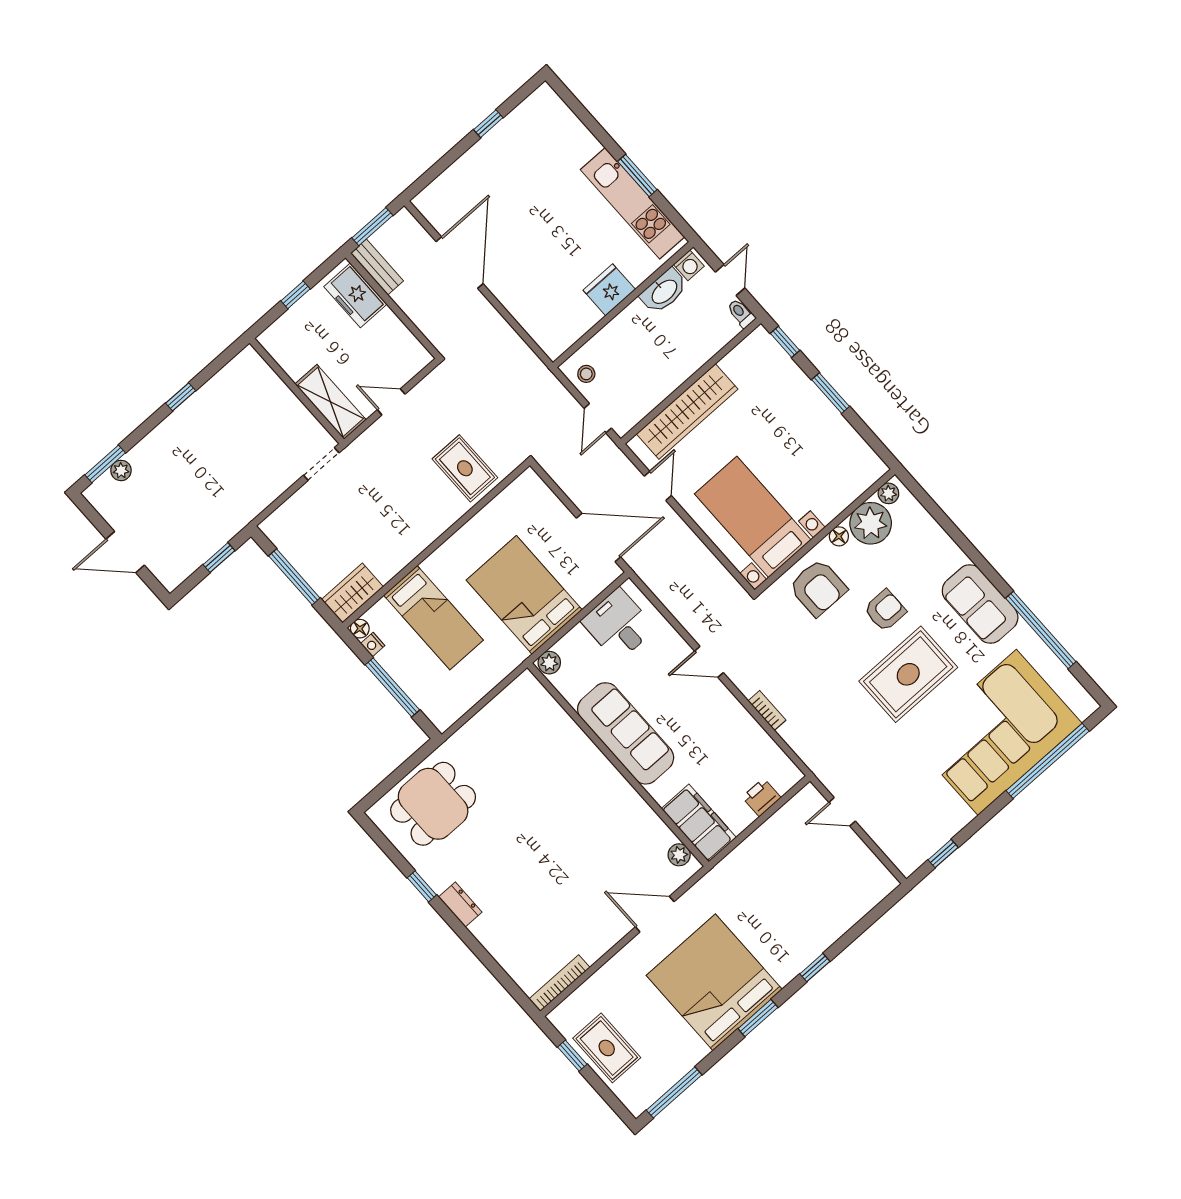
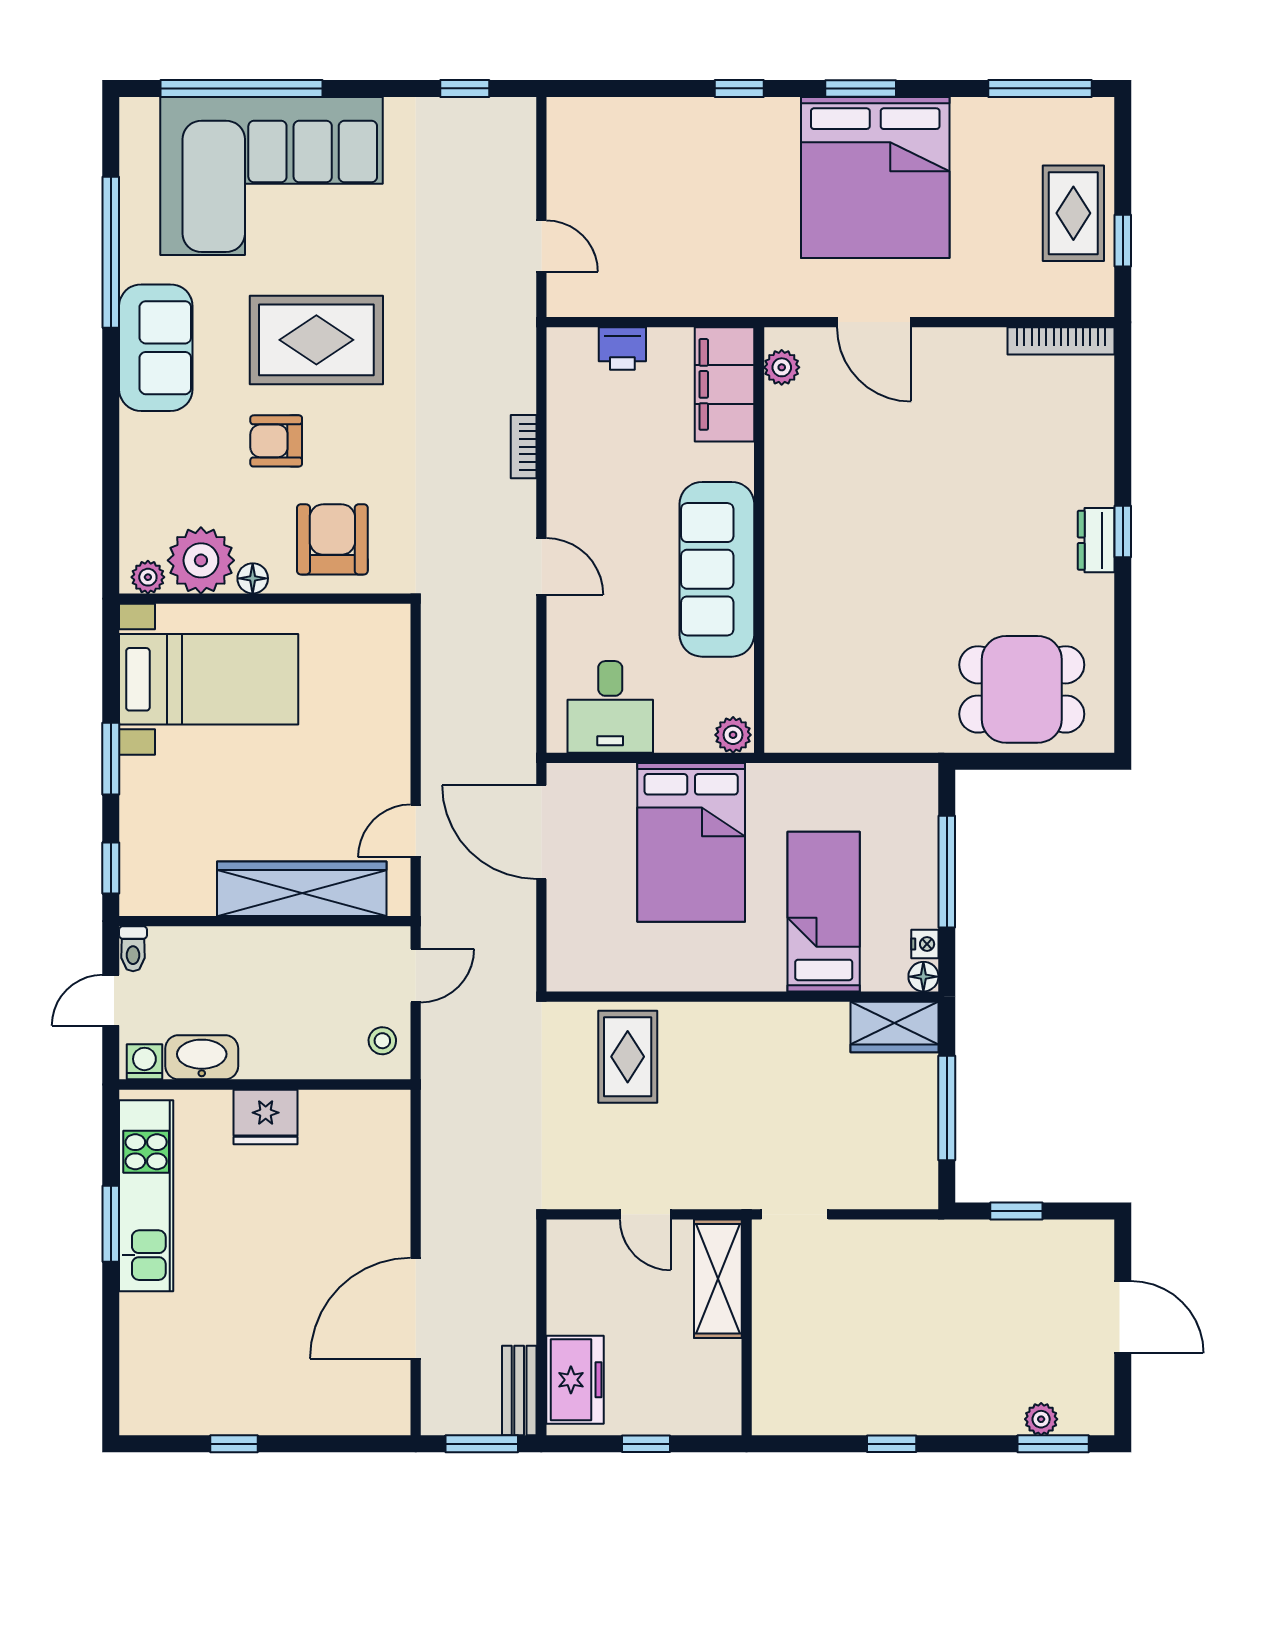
bed with nightstands: (753, 517) -> (209, 679), moved, turned -90
window: (422, 886) -> (1123, 532), moved

